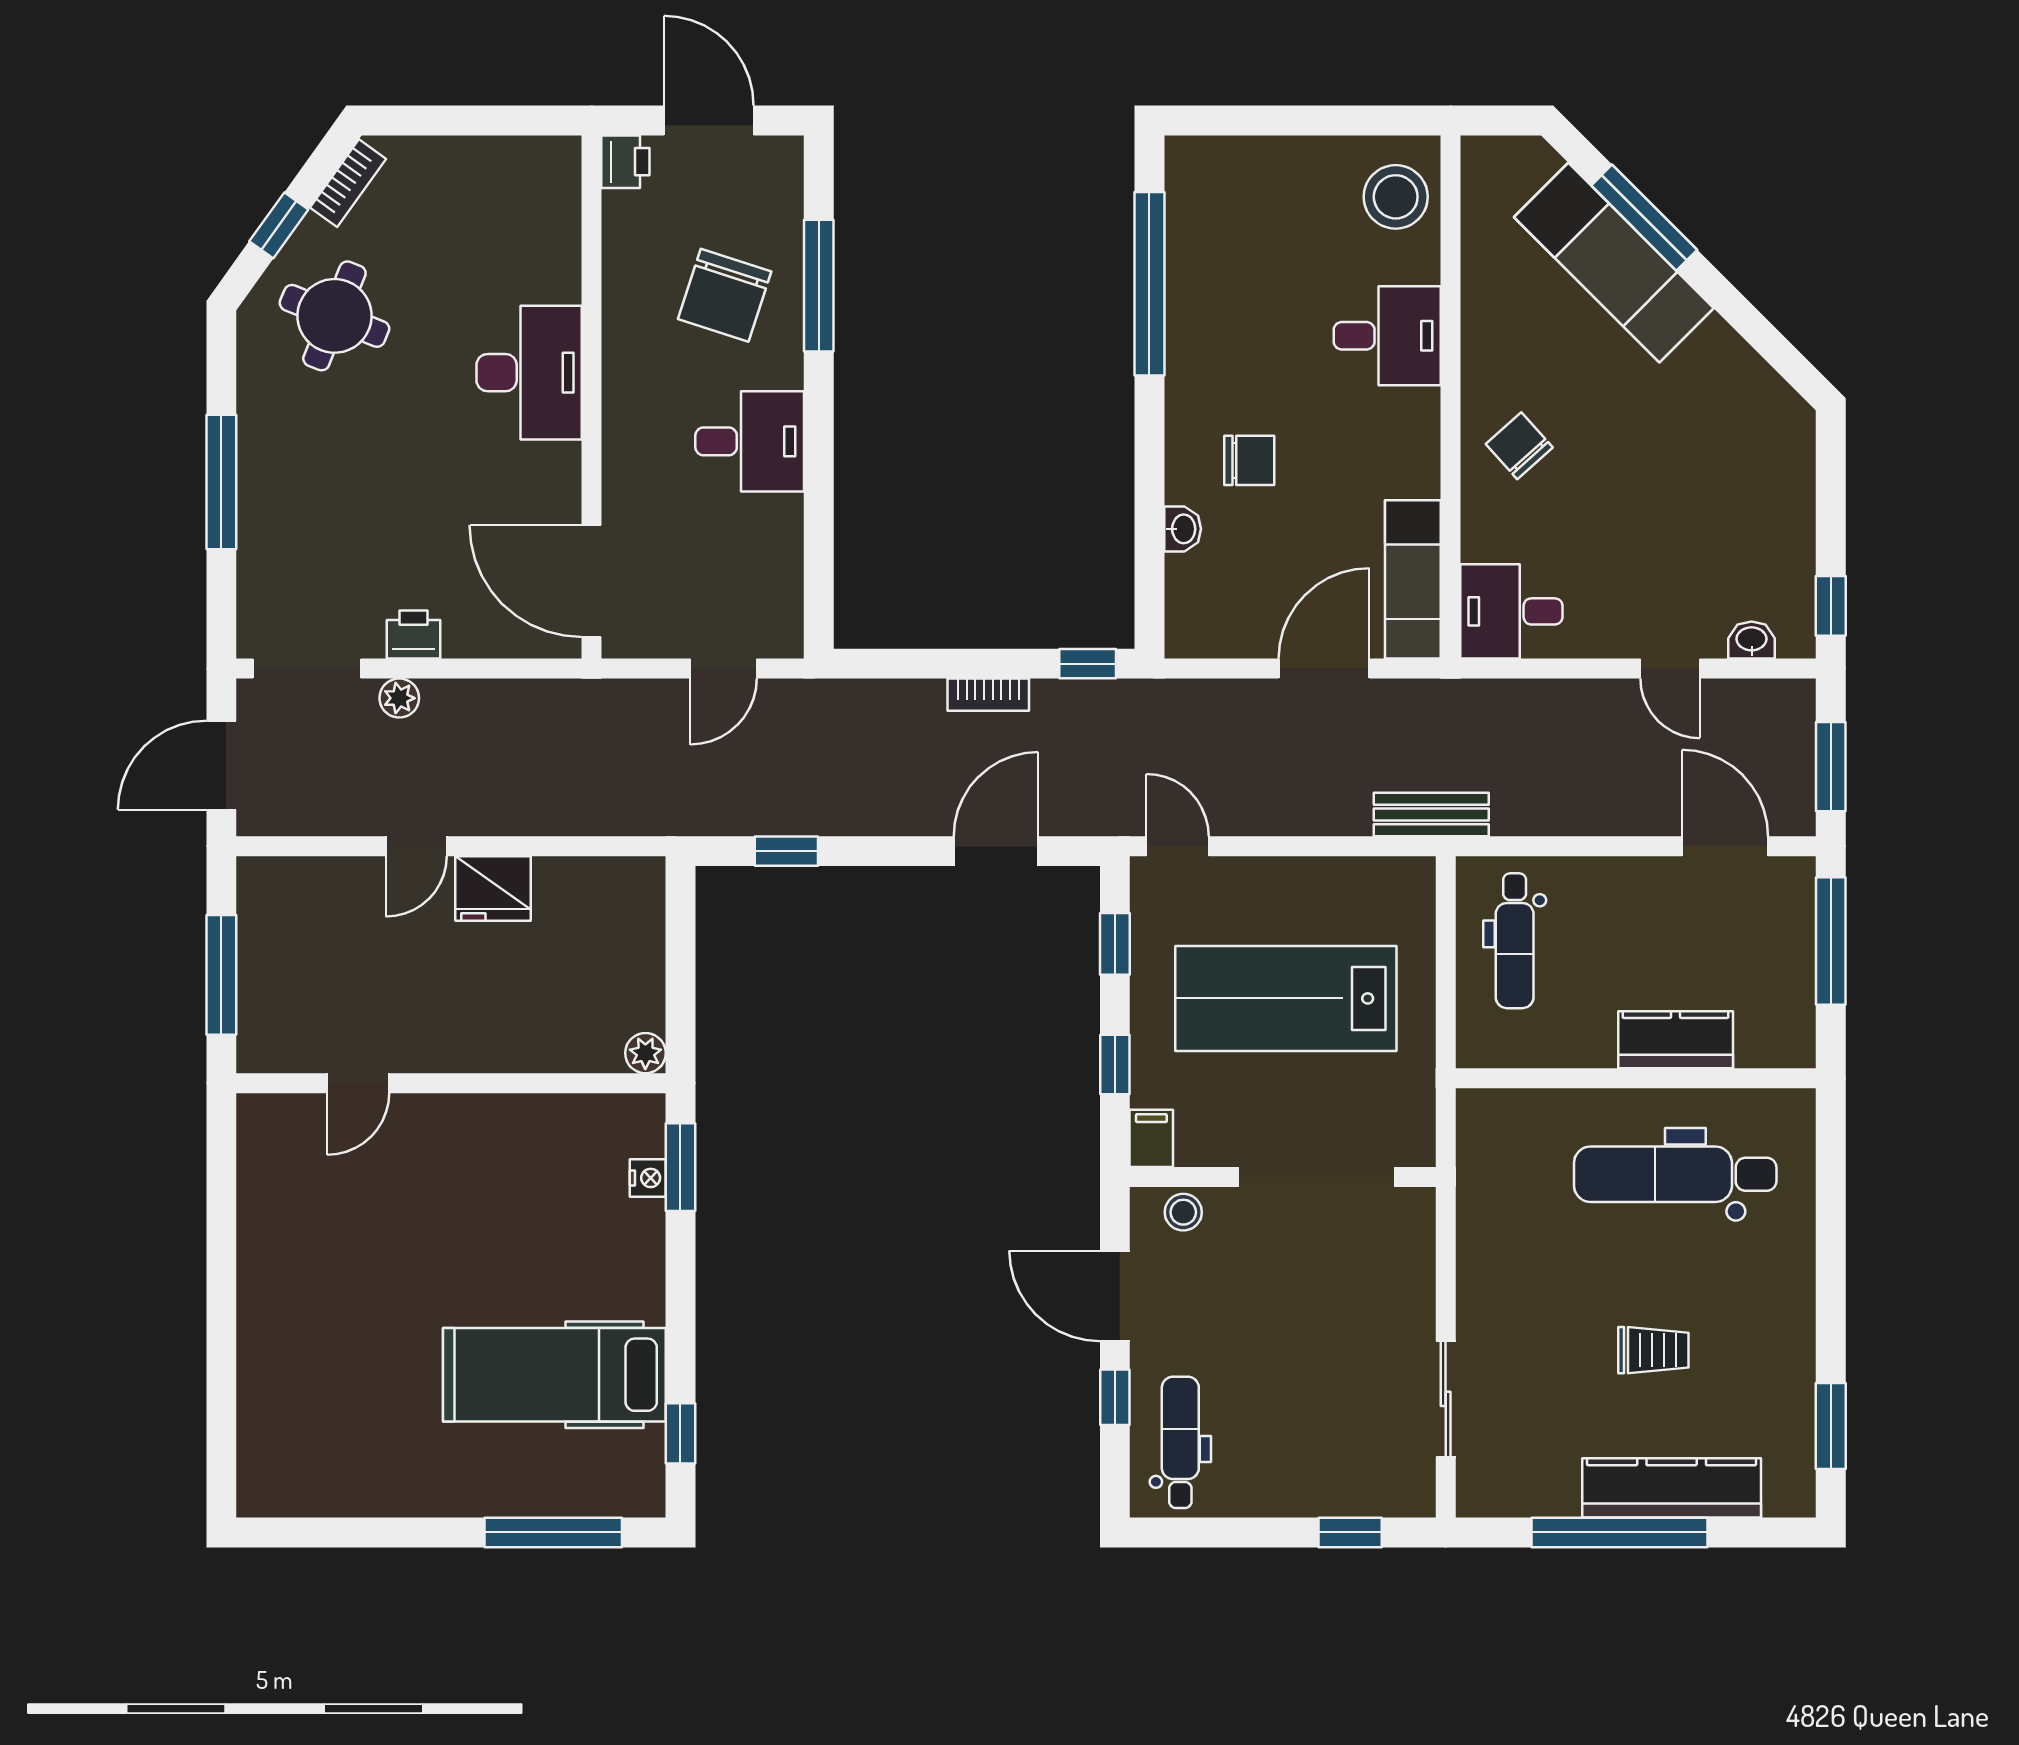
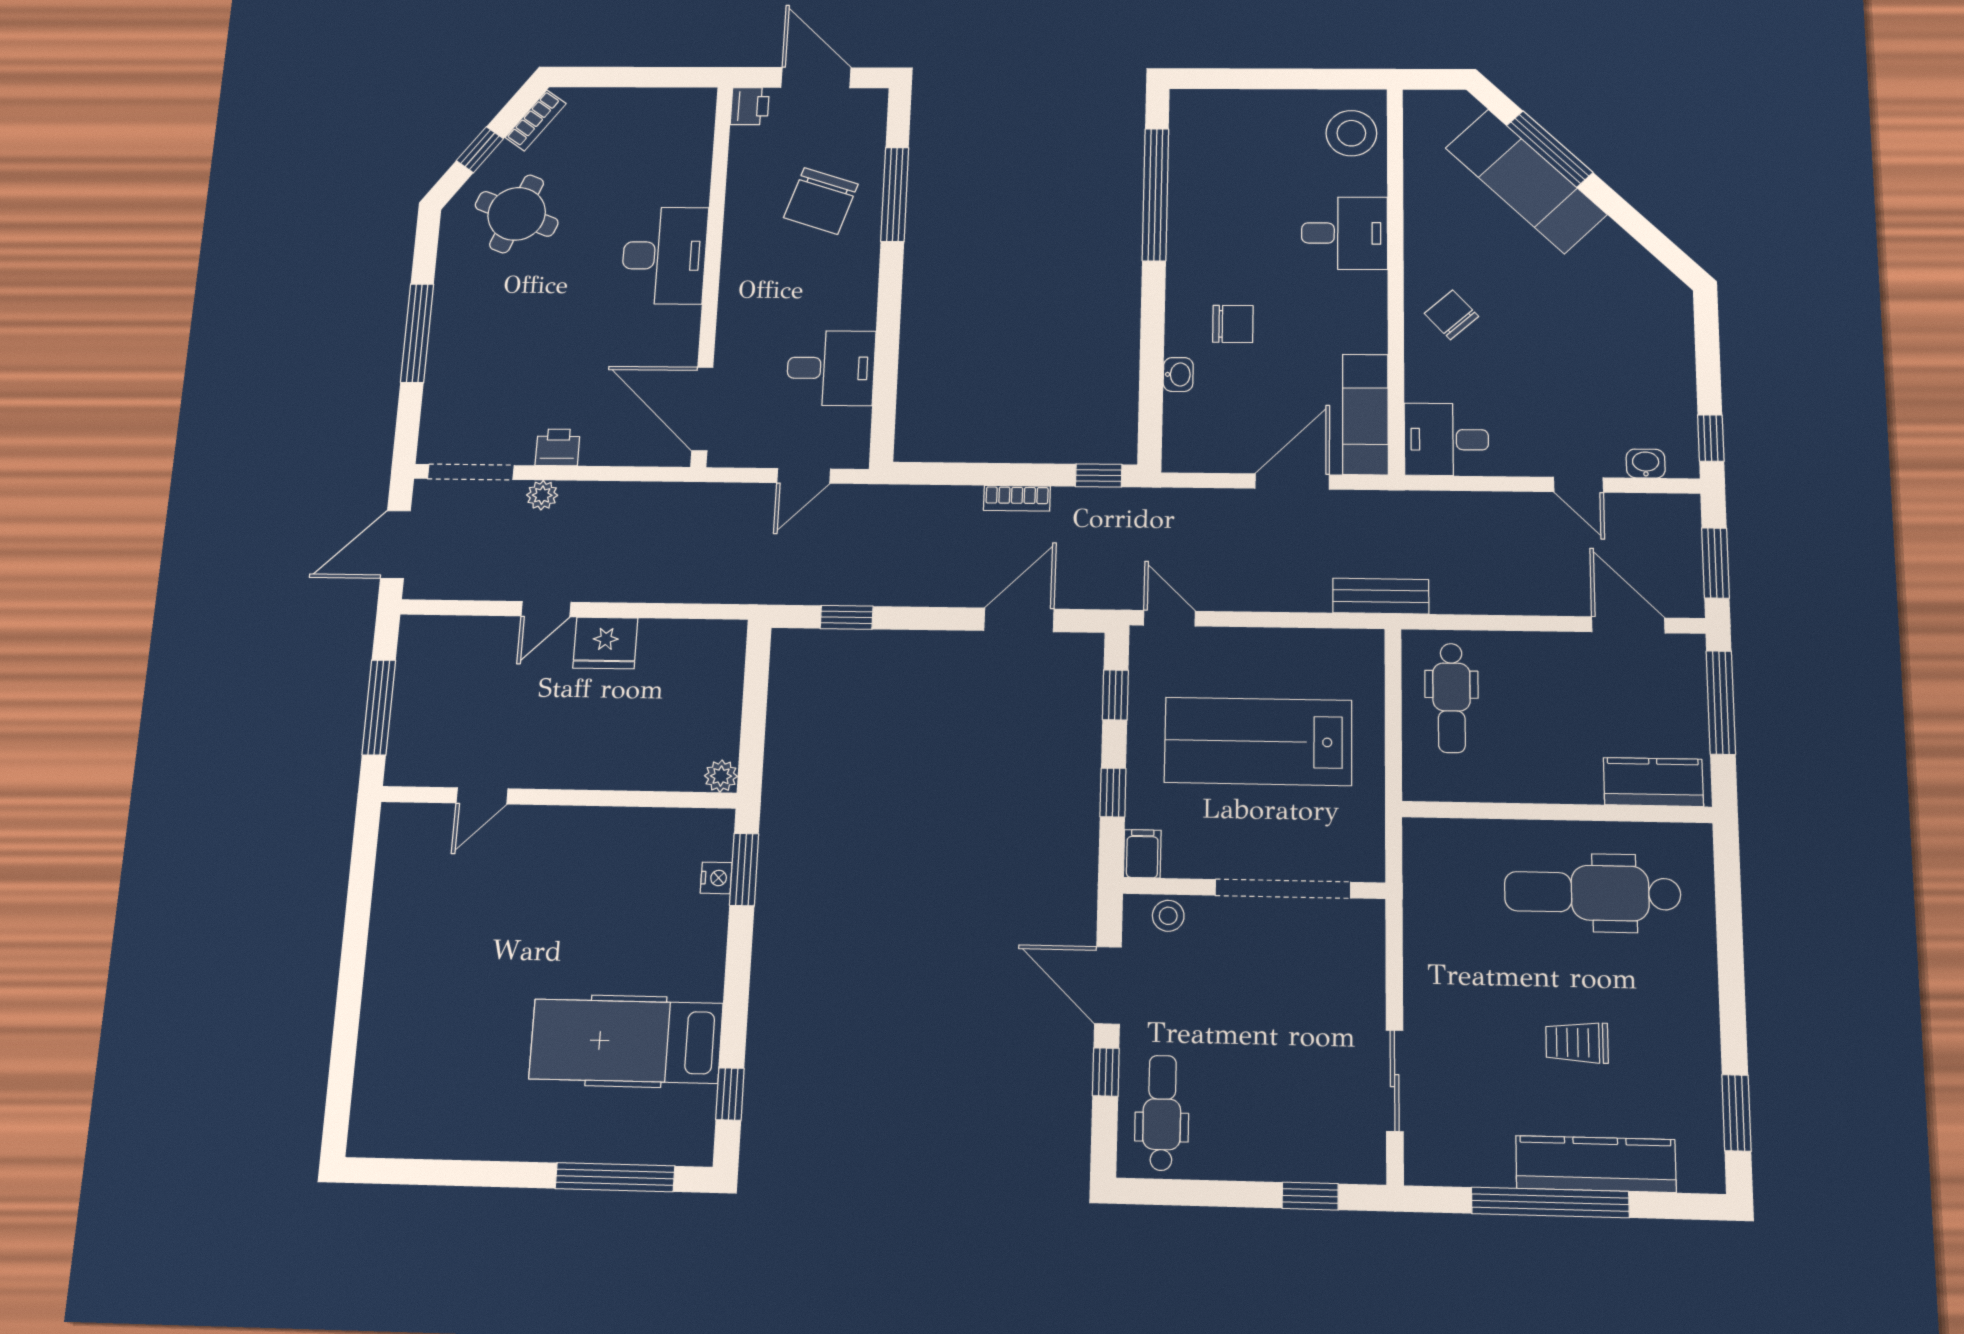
desk: (750, 441) -> (831, 368), moved
kitchen counter: (1676, 1040) -> (1653, 782), moved
trolley: (1653, 1350) -> (1577, 1043), turned 180

